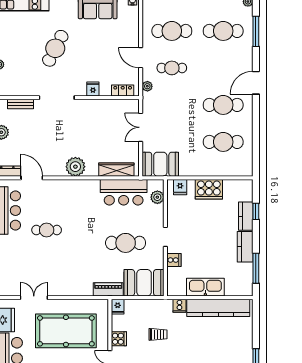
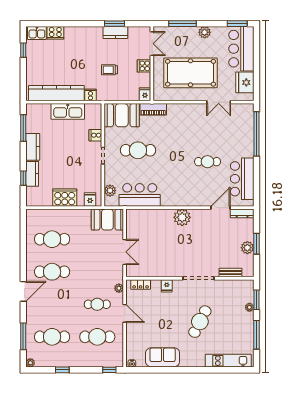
wardrobe: (116, 170) -> (146, 215), removed
door: (32, 178) -> (221, 208), swing flipped

